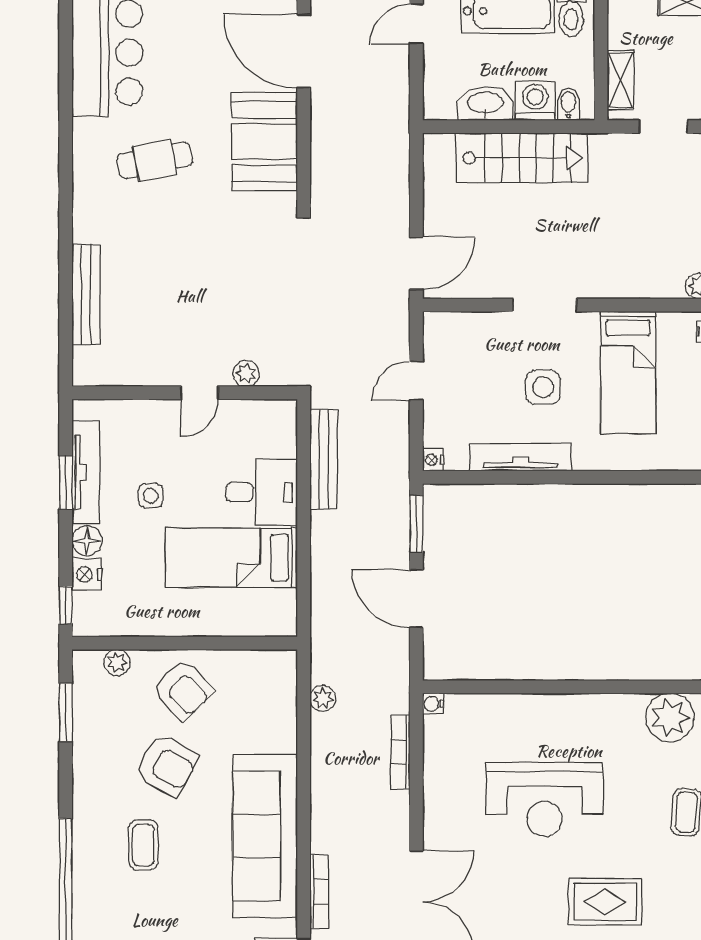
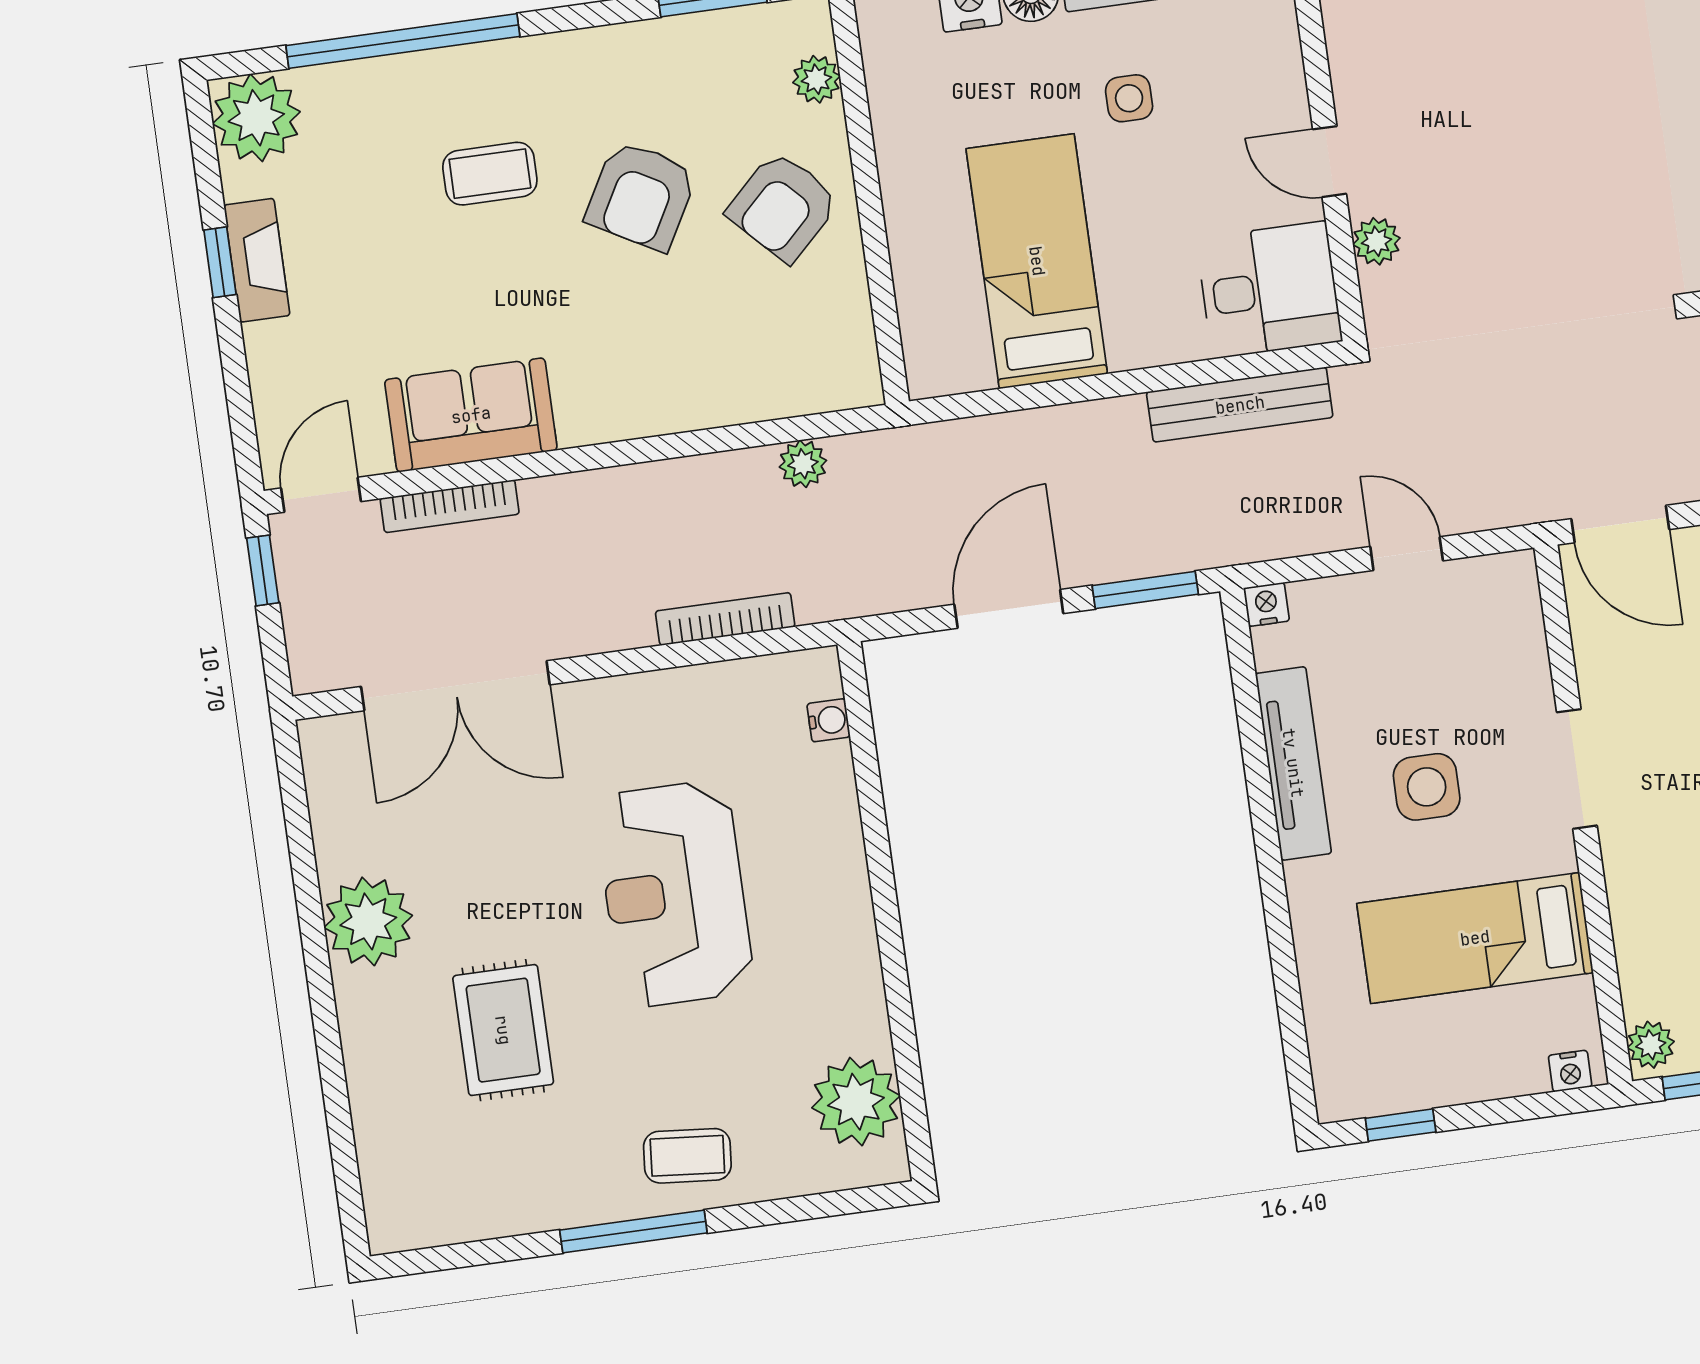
desk: (262, 492) -> (1269, 290), moved, turned -90
water cooler: (433, 704) -> (829, 720), moved, turned 90
sofa: (265, 836) -> (471, 415), width x0.54, depth x0.79

